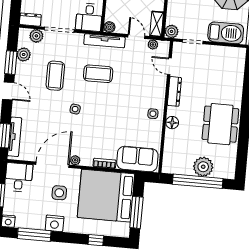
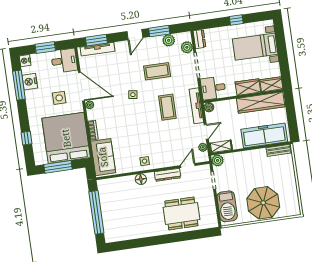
dining table: (220, 124) -> (181, 213), moved
plant: (203, 167) -> (110, 214), removed
nightstand: (55, 223) -> (30, 82), moved

